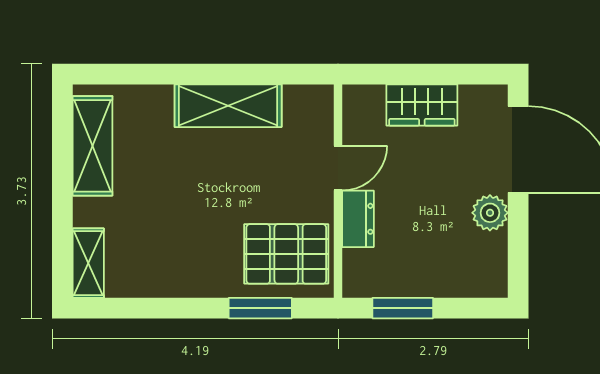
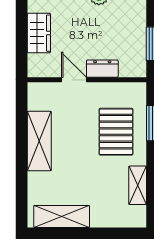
pallet: (286, 254) -> (116, 132), moved
shelving: (88, 263) -> (138, 185), moved, turned 90

